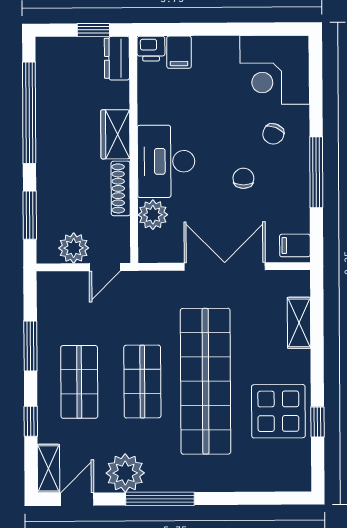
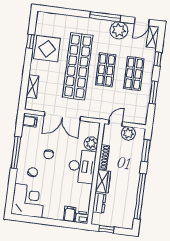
dresser: (117, 58) -> (99, 203), moved

